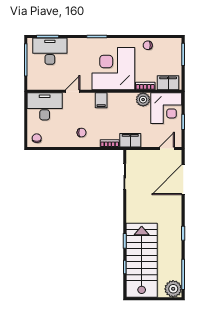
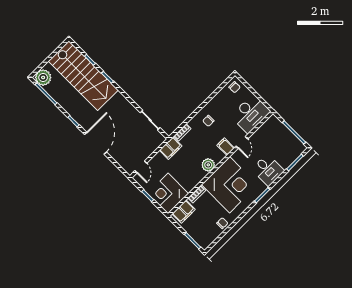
desk: (50, 51) -> (268, 170), moved, width x0.73
filing cabinet: (101, 100) -> (226, 147), moved
plant: (143, 100) -> (208, 165), moved
door: (183, 180) -> (95, 143), moved

